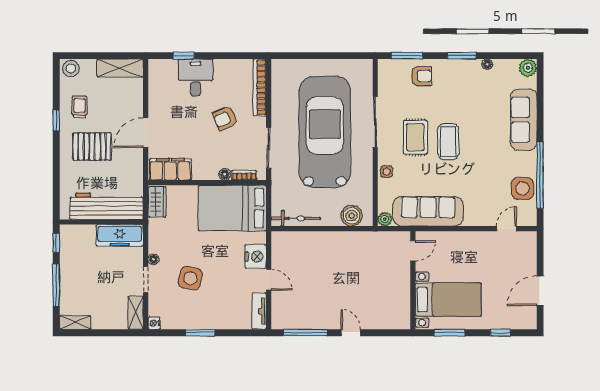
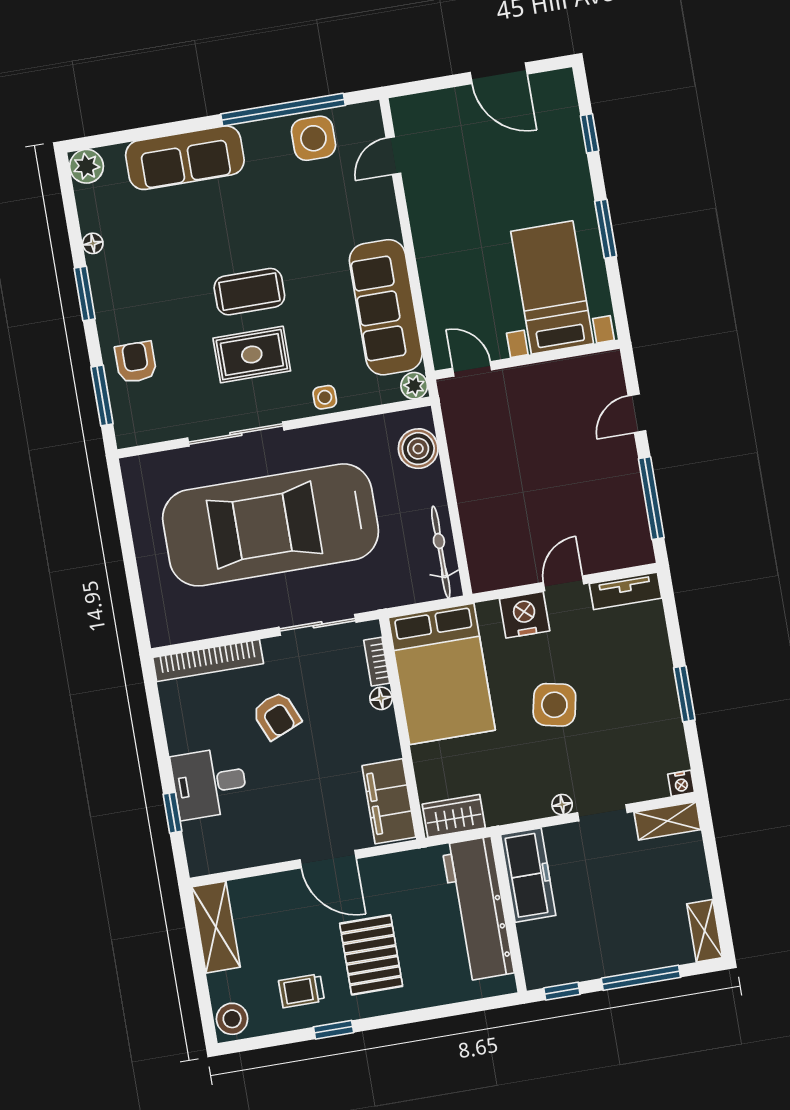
door: (506, 229) -> (393, 156), hinge flipped
door: (413, 251) -> (472, 369), moved
side table: (190, 278) -> (554, 705), moved
wall: (413, 280) -> (527, 360), moved
bed with nightstands: (448, 300) -> (552, 287), moved

